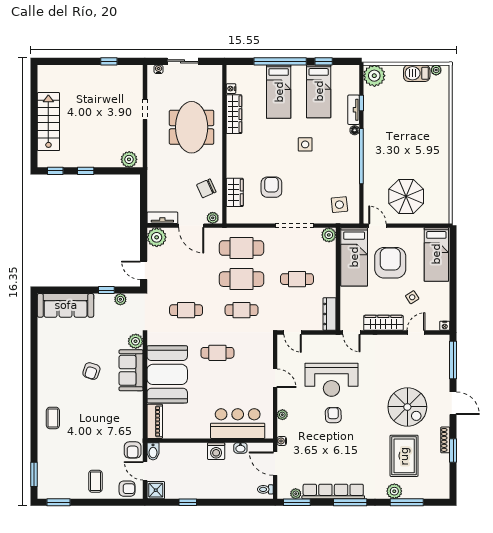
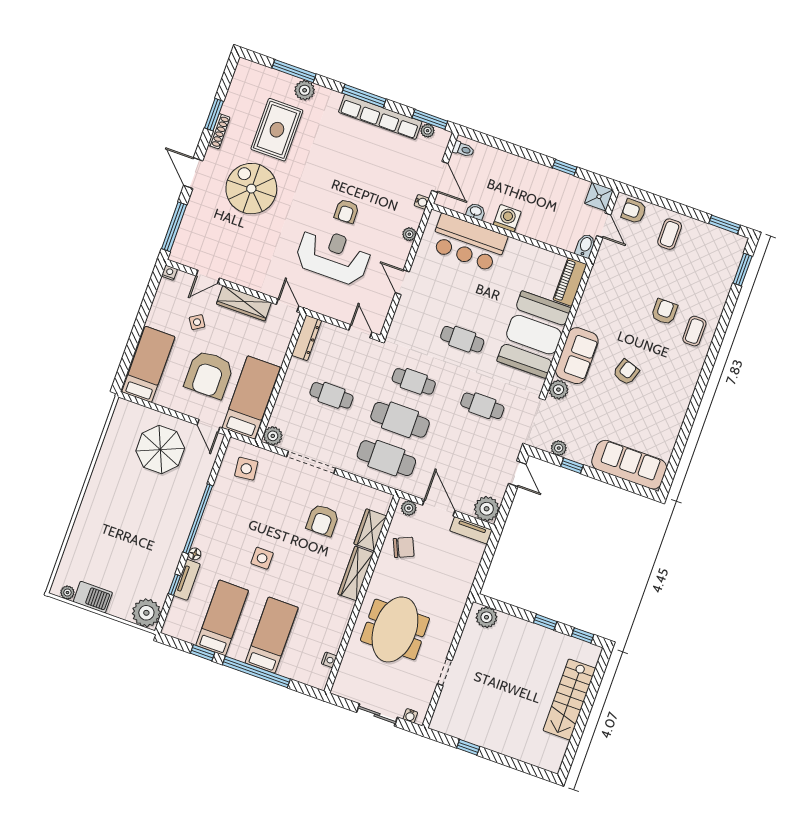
wardrobe: (234, 114) -> (356, 573), moved
armchair: (133, 450) -> (664, 312), moved

